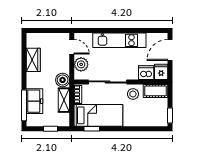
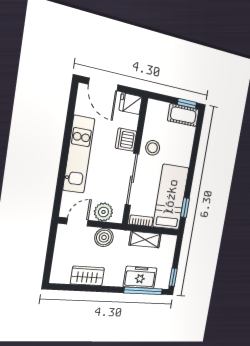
dishwasher: (146, 73) -> (126, 140), moved
boiler: (63, 80) -> (104, 237), moved
cot: (156, 91) -> (183, 115), moved, turned 90
window: (50, 129) -> (173, 277), moved

